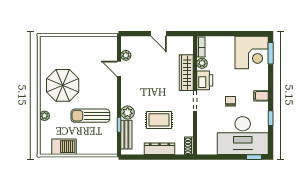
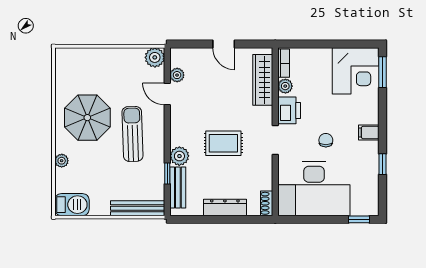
plant: (110, 43) -> (155, 57), added
wardrobe: (186, 73) -> (263, 80), moved
sun lounger: (90, 116) -> (132, 134), moved, turned 88
rug: (159, 120) -> (223, 143), moved
desk: (243, 136) -> (314, 189), moved
barbecue: (64, 147) -> (72, 205), moved
bench: (98, 149) -> (138, 208), added

